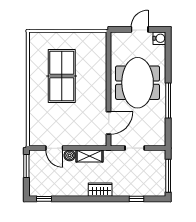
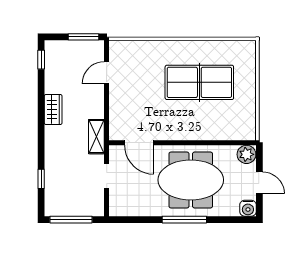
plant: (118, 39) -> (246, 154), added
window: (168, 100) -> (184, 220), moved
boiler: (70, 155) -> (97, 93), removed
shelving: (89, 156) -> (96, 137), moved
wardrobe: (100, 190) -> (53, 109), moved

